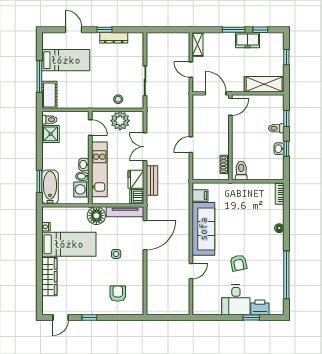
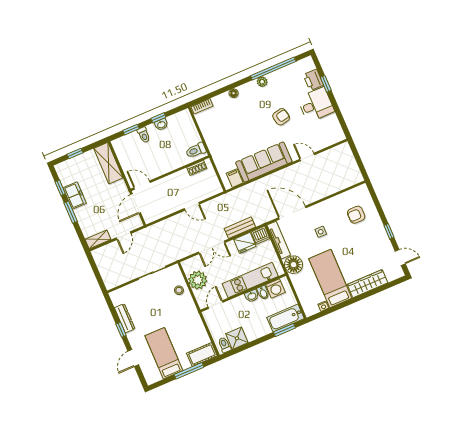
plant: (279, 259) -> (262, 82), added

